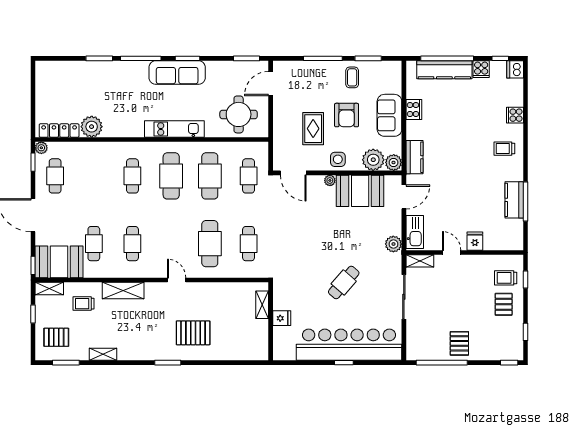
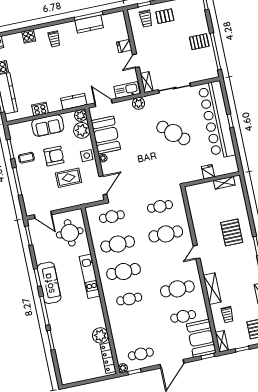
cafe table: (132, 244) -> (177, 289), width x1.37, depth x1.35
cafe table: (344, 282) -> (173, 133), width x1.37, depth x1.35
shelving: (262, 305) -> (224, 183), moved

